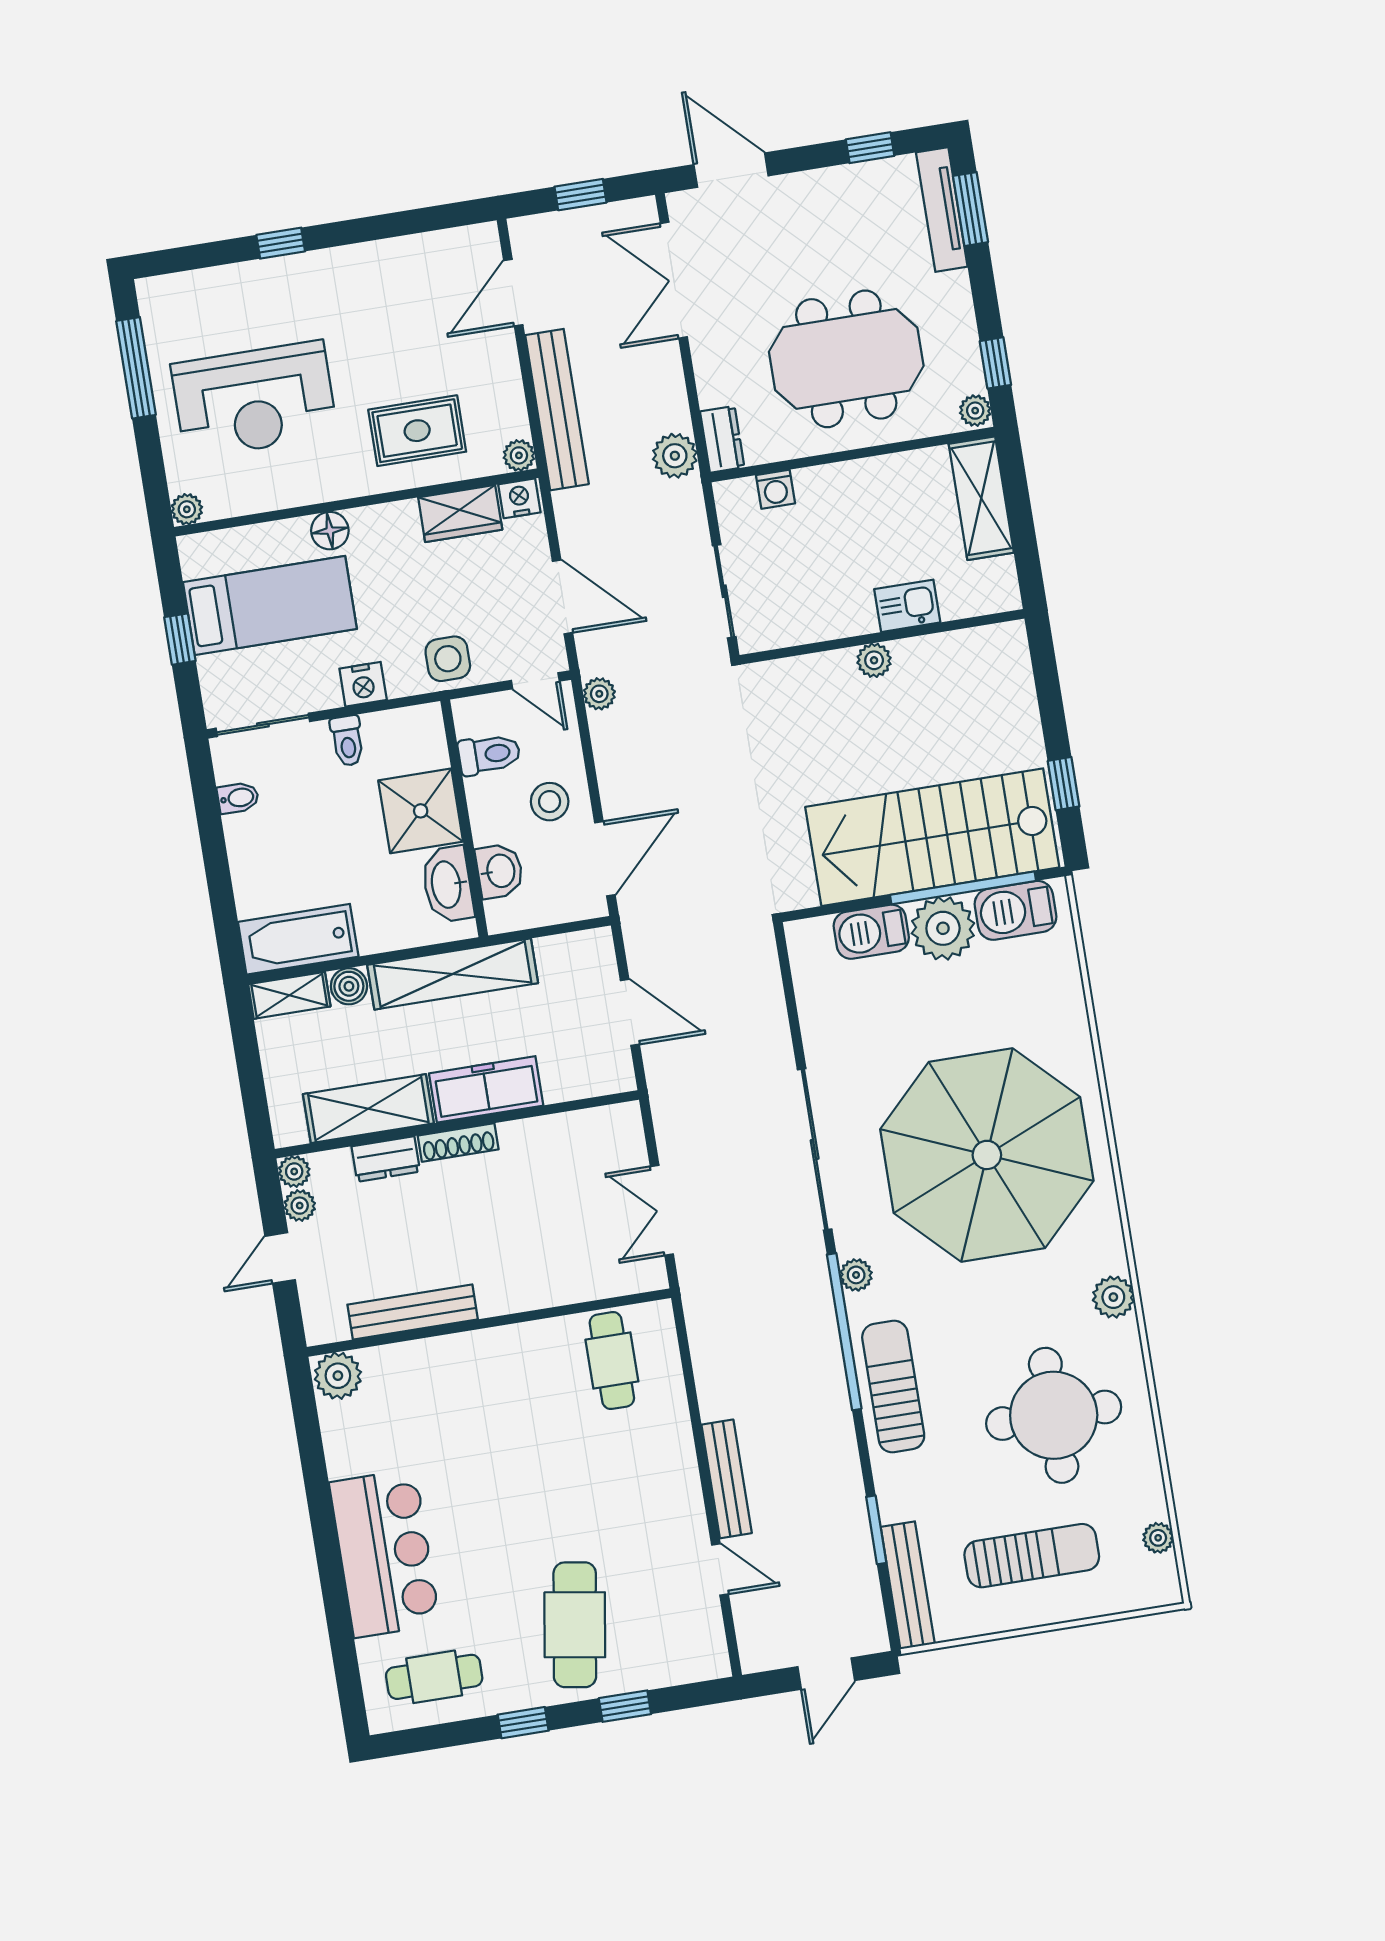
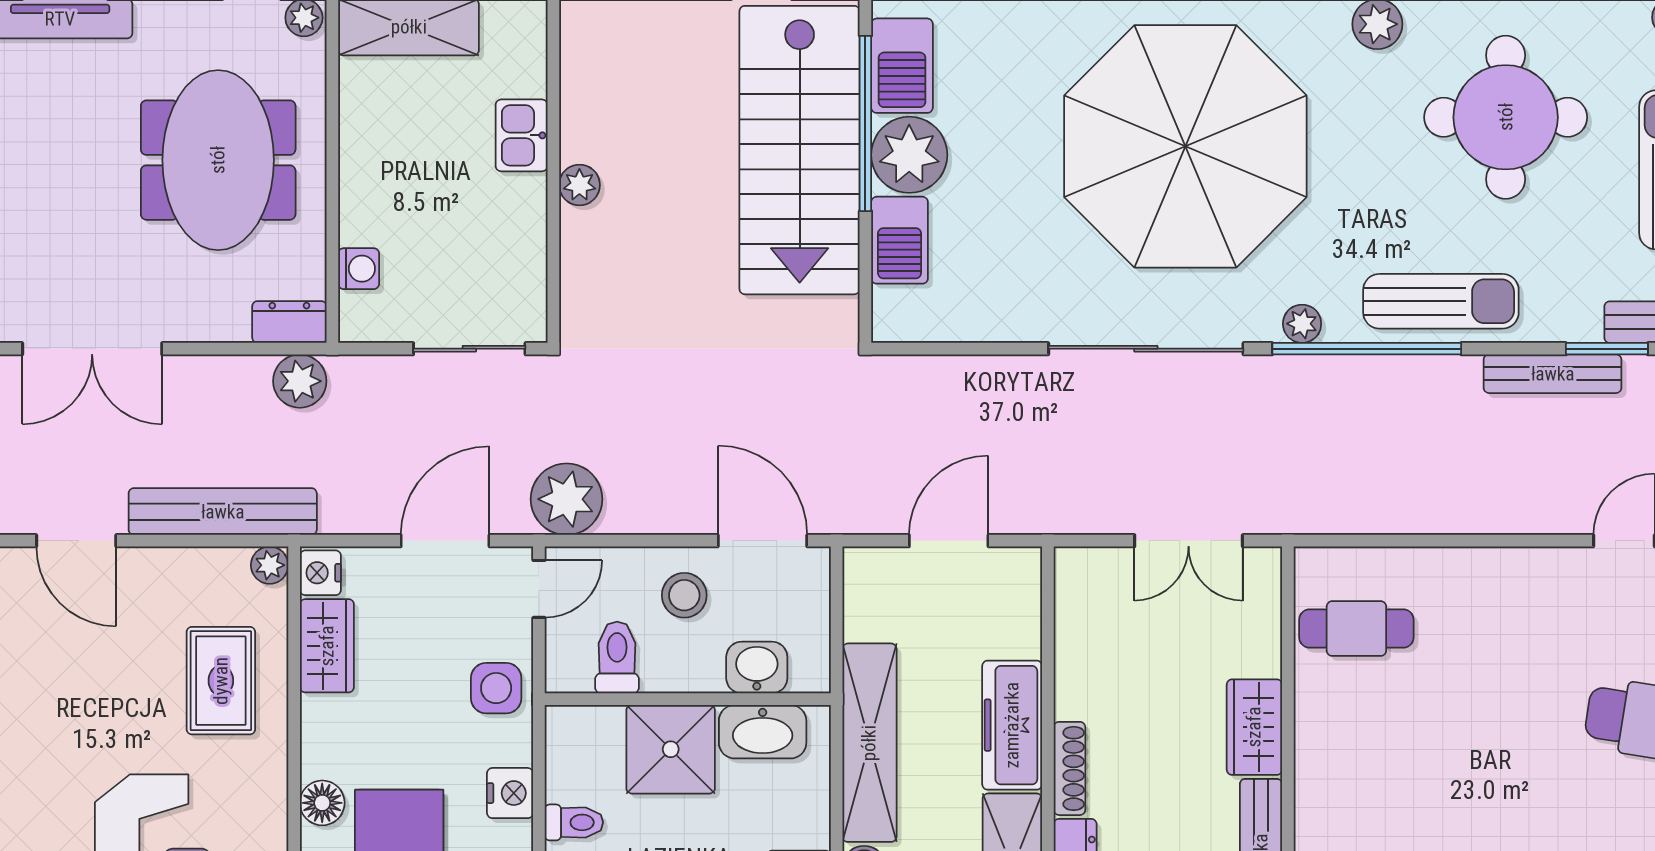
plant: (599, 694) -> (567, 499), width x1.88, depth x1.88
wardrobe: (517, 1290) -> (1254, 727), added
sun lounger: (893, 1387) -> (1441, 301), turned 180
bench: (727, 1479) -> (1553, 374), moved

